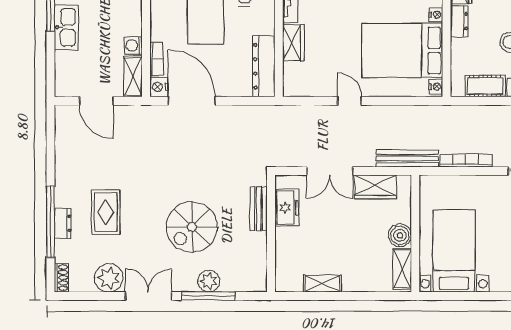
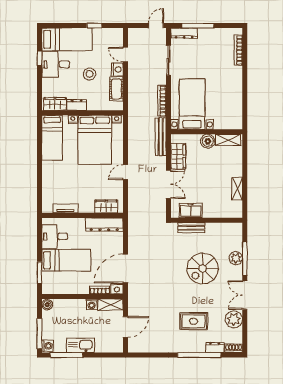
wardrobe: (293, 43) -> (106, 206), moved
dresser: (63, 223) -> (215, 347), moved
spiral stairs: (192, 227) -> (203, 268), turned 90
bed with nightstands: (454, 251) -> (192, 104), moved, turned 90

